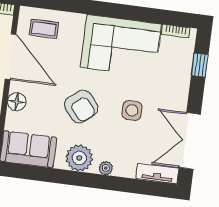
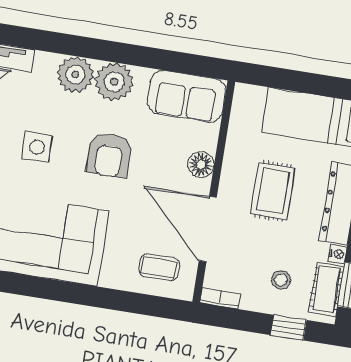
armchair: (81, 107) -> (109, 155), turned -140
plant: (106, 168) -> (75, 75), width x1.87, depth x1.87

